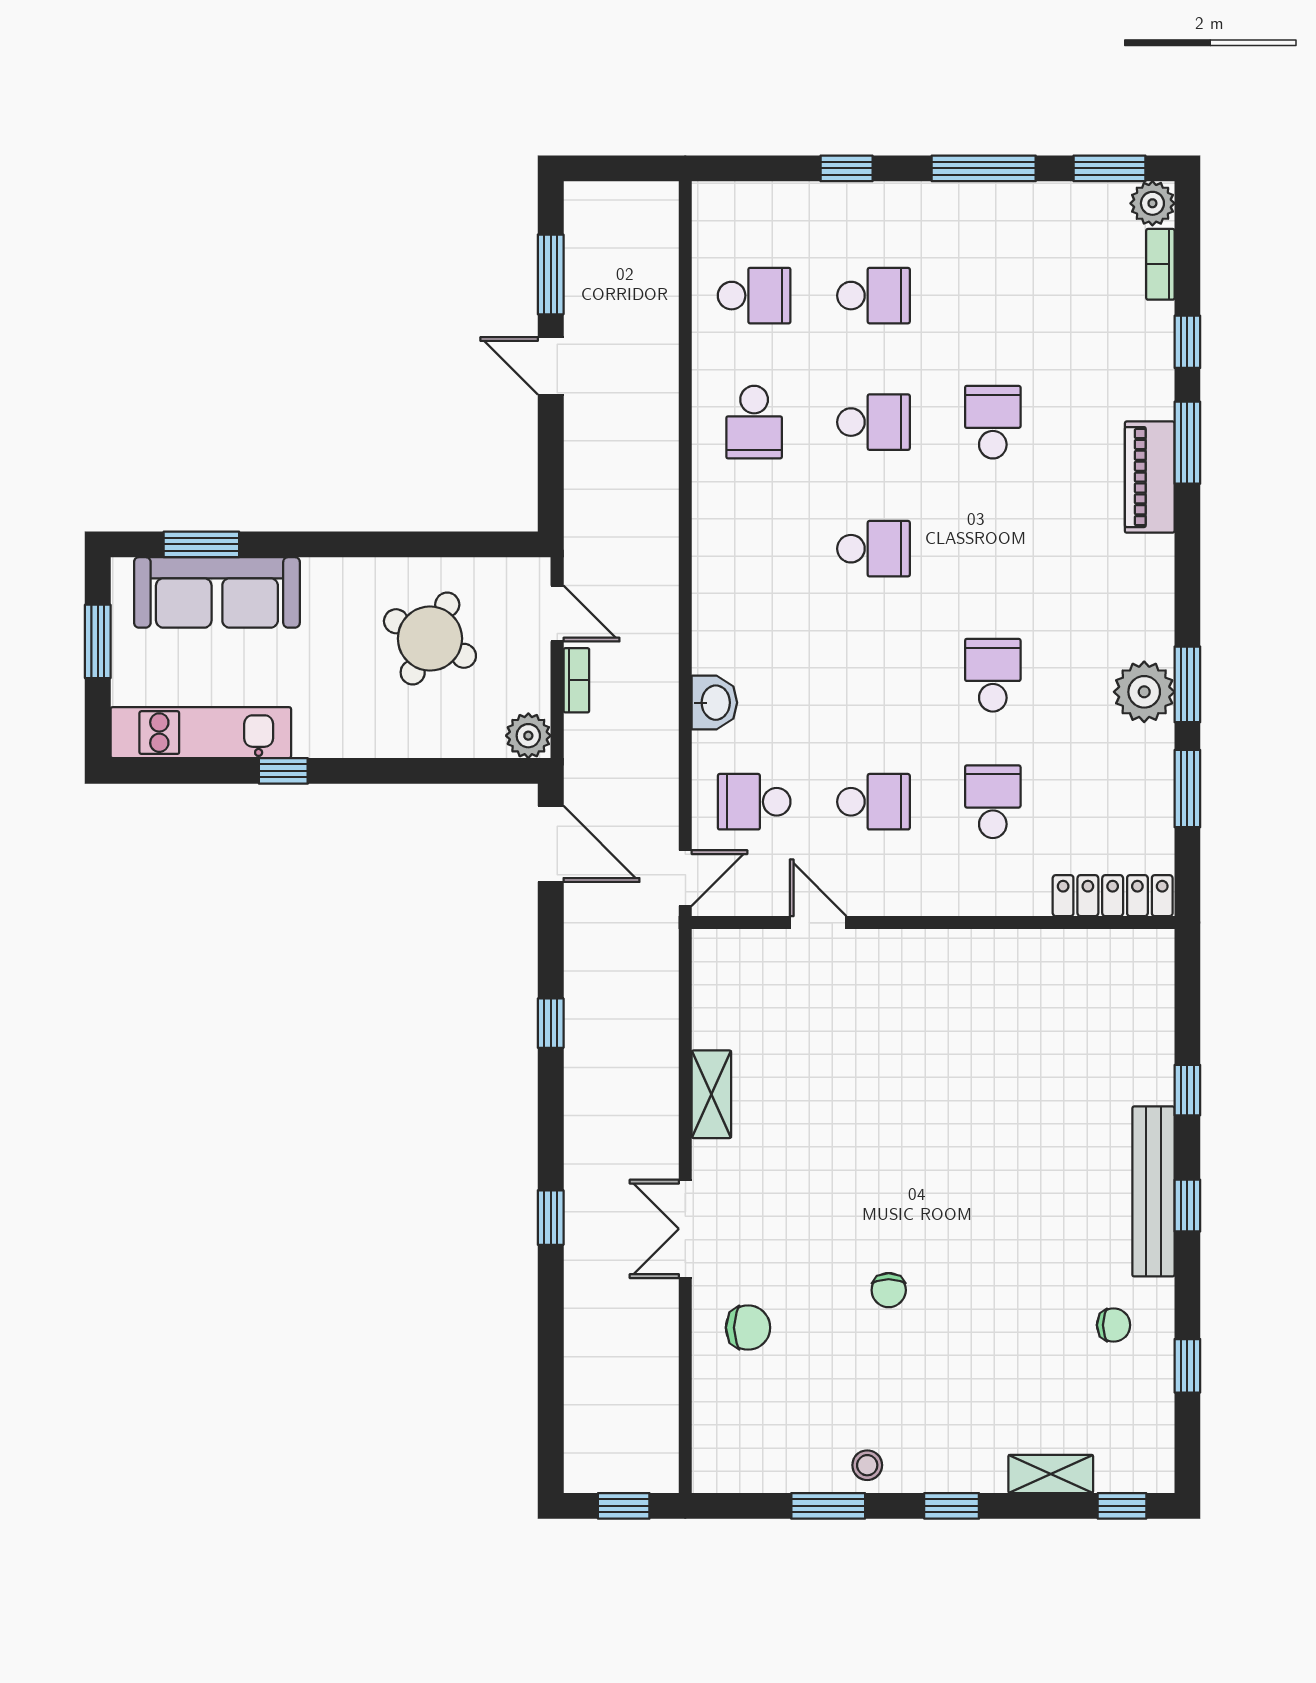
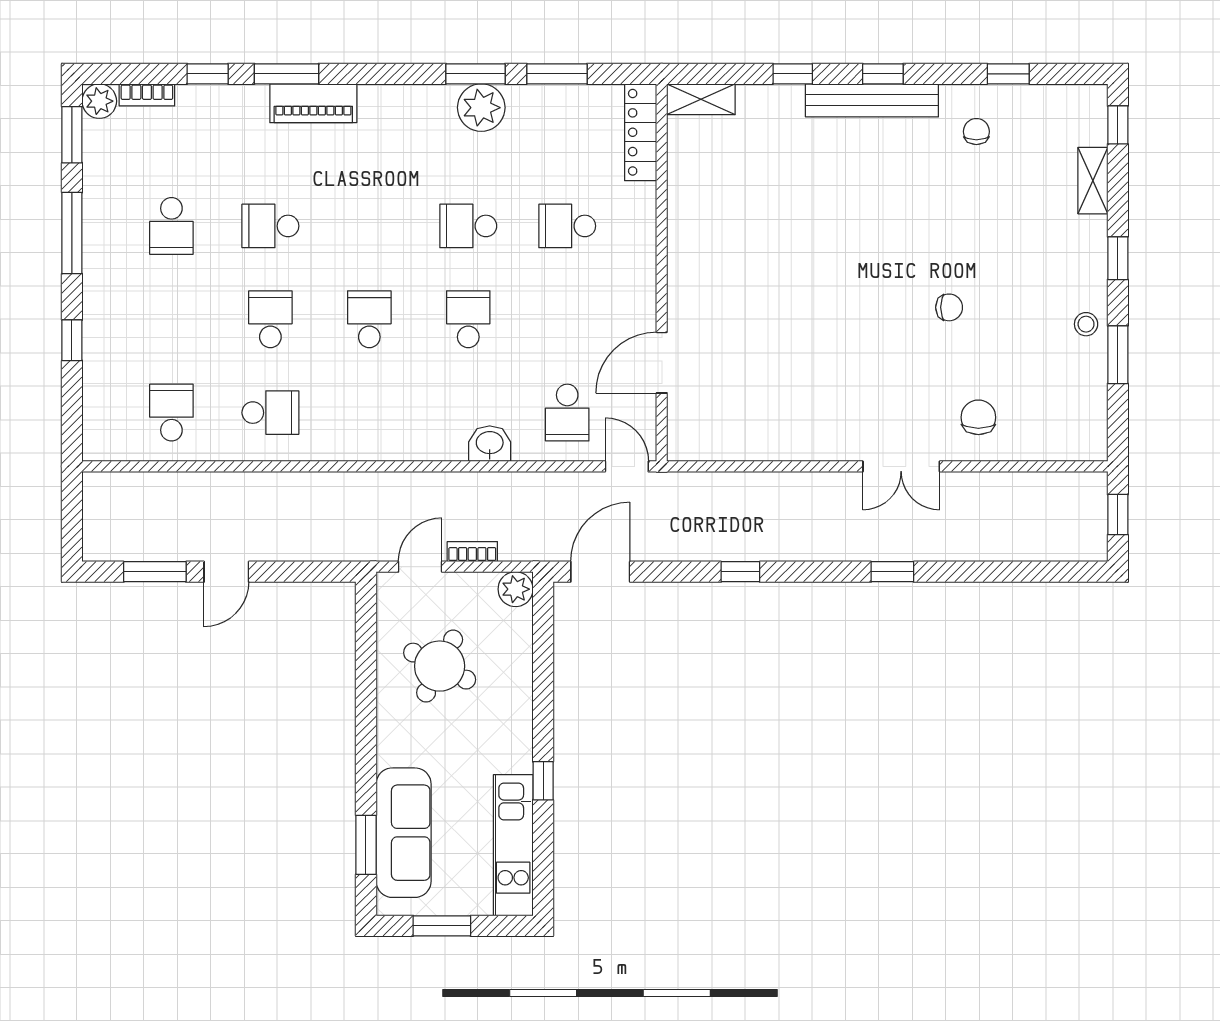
school desk: (873, 296) -> (171, 226), moved, turned 180
school desk: (873, 802) -> (468, 319), moved
door: (818, 923) -> (662, 363), width x1.38
shelving: (711, 1094) -> (701, 99), moved

